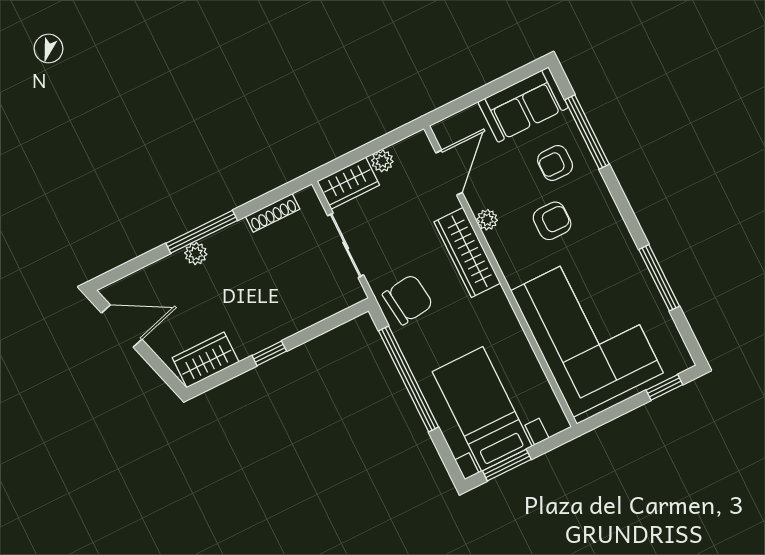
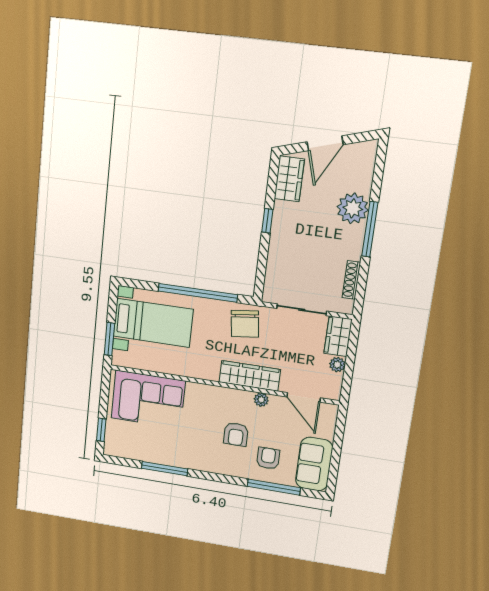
plant: (196, 254) -> (353, 208), width x1.87, depth x1.87
door: (122, 326) -> (325, 143), moved
corner sofa: (587, 332) -> (148, 399), width x0.73, depth x0.74
window: (507, 465) -> (109, 339), moved

